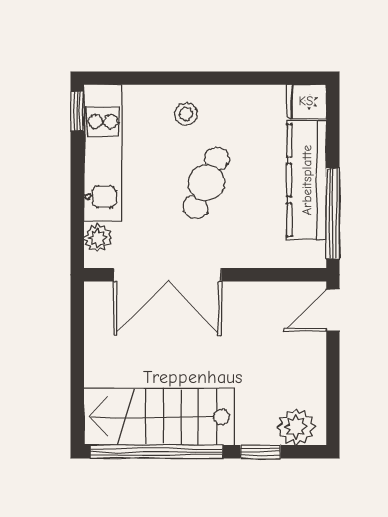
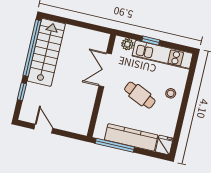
window: (77, 111) -> (151, 41), moved
double door: (168, 275) -> (105, 70), width x0.73
door: (333, 310) -> (43, 129), moved
plant: (296, 427) -> (29, 109), removed

